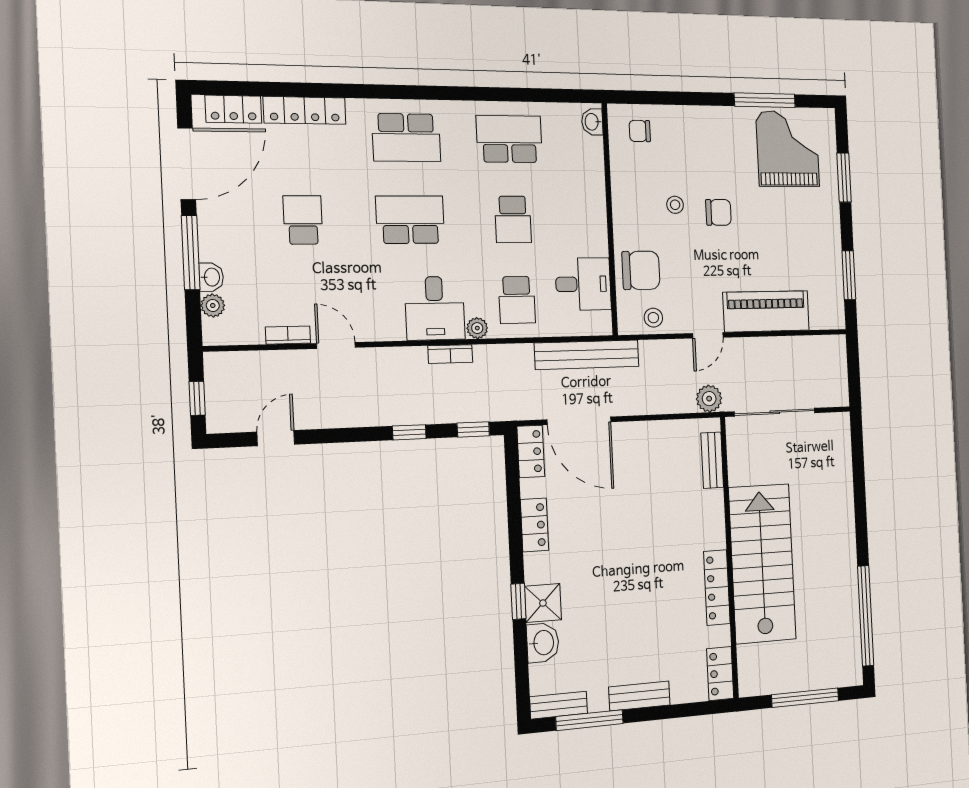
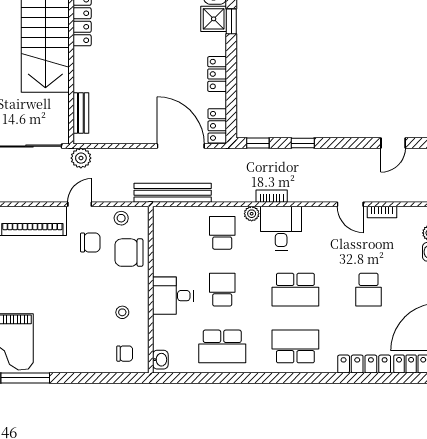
stool: (675, 205) -> (122, 312), moved
chair: (718, 212) -> (90, 242), moved, turned 180
desk: (583, 284) -> (173, 296), moved

